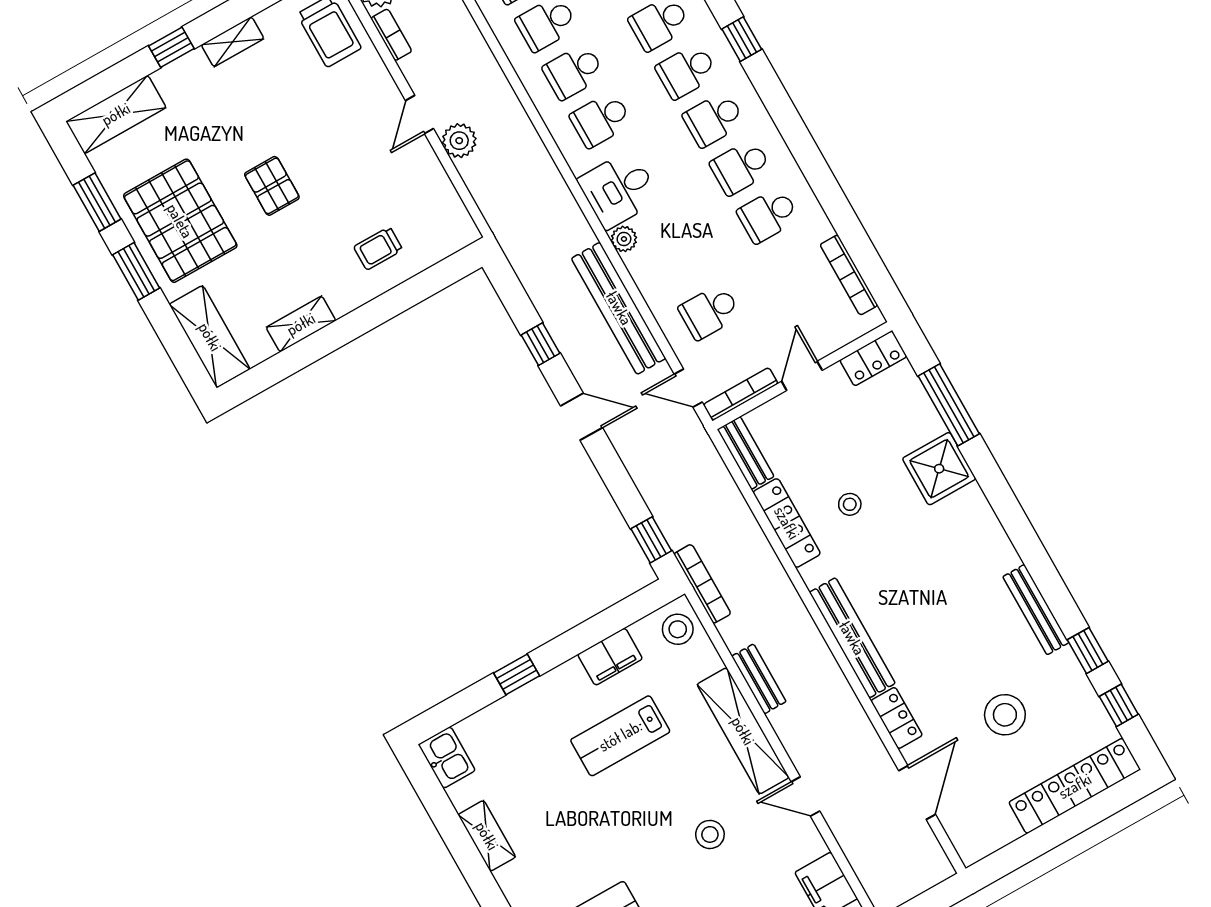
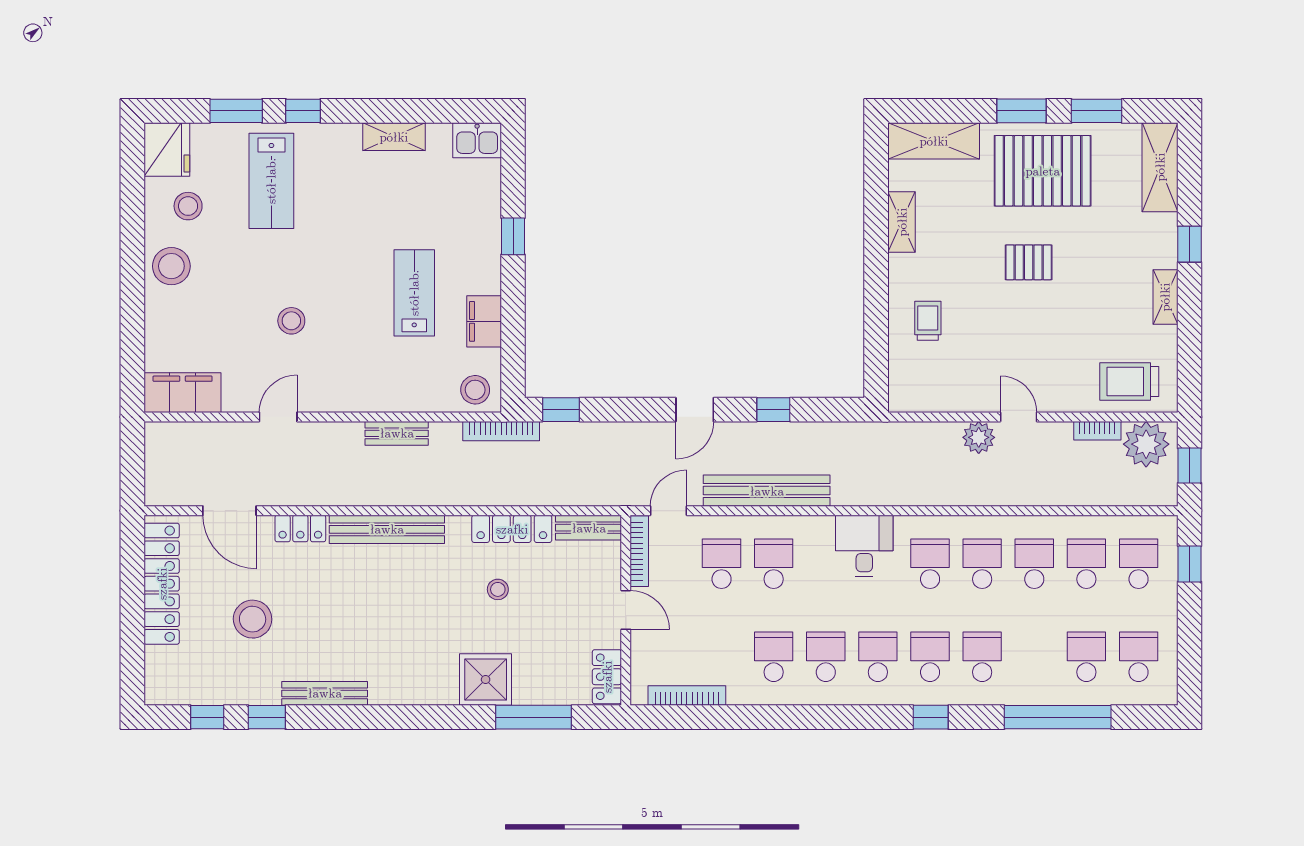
plant: (624, 239) -> (821, 527), removed
school desk: (682, 264) -> (774, 564), added
shelving: (743, 731) -> (361, 396), removed
locker: (1075, 786) -> (162, 584), moved

